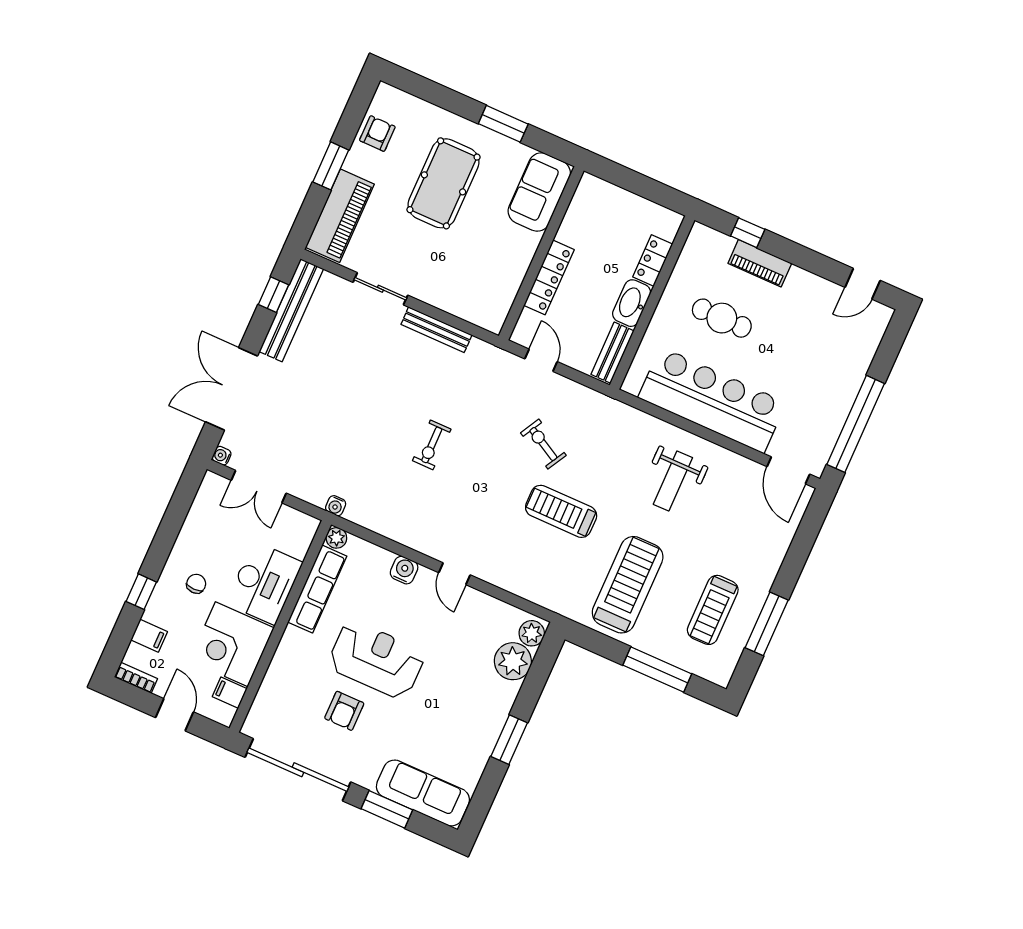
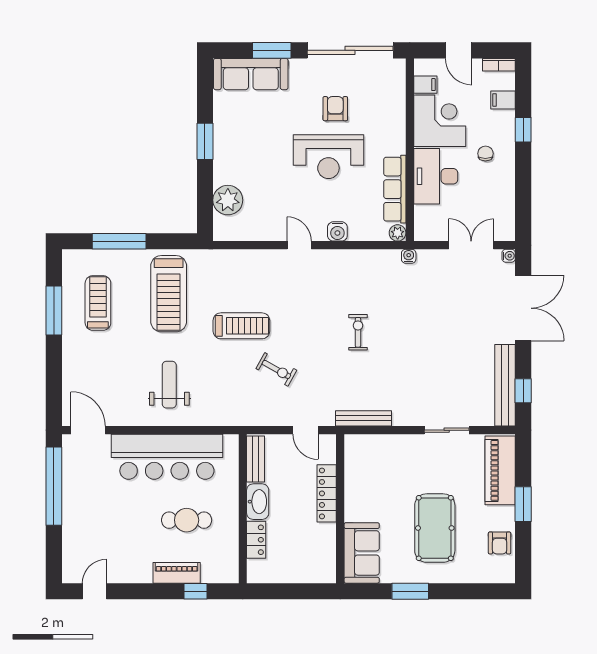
bench: (436, 330) -> (364, 418), moved
chair: (196, 584) -> (485, 154), turned 180
plant: (532, 633) -> (223, 227), removed

